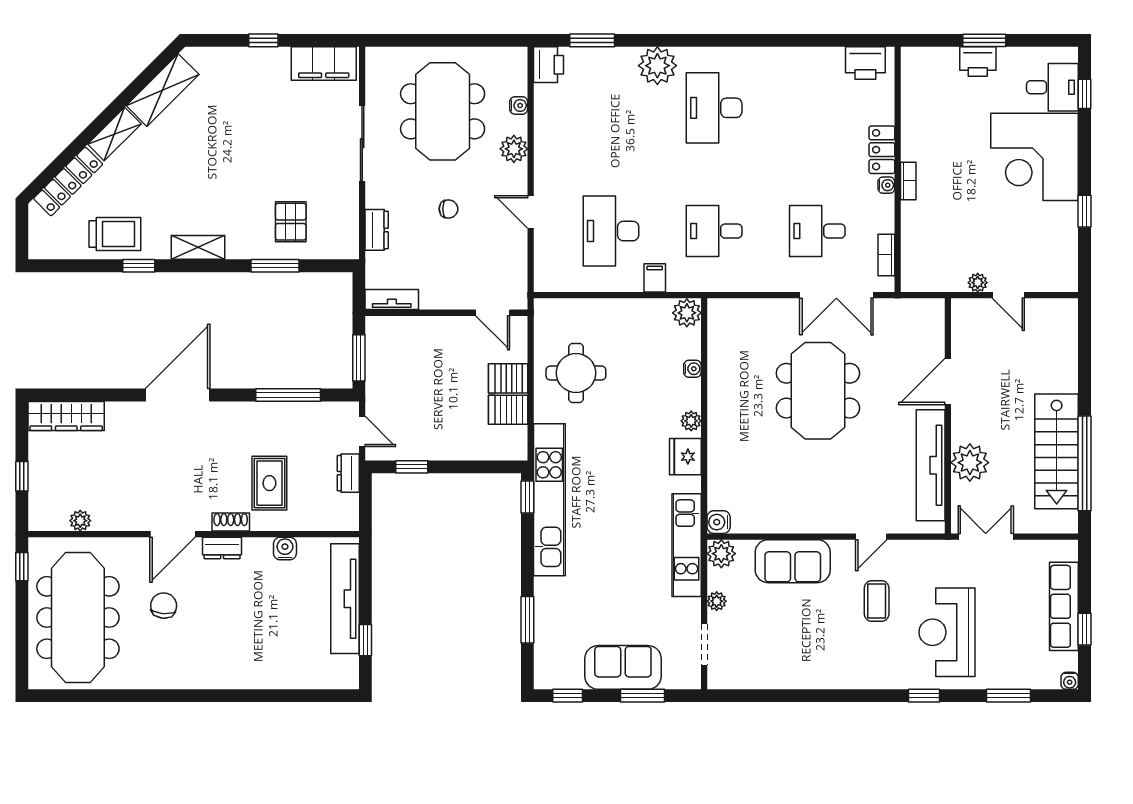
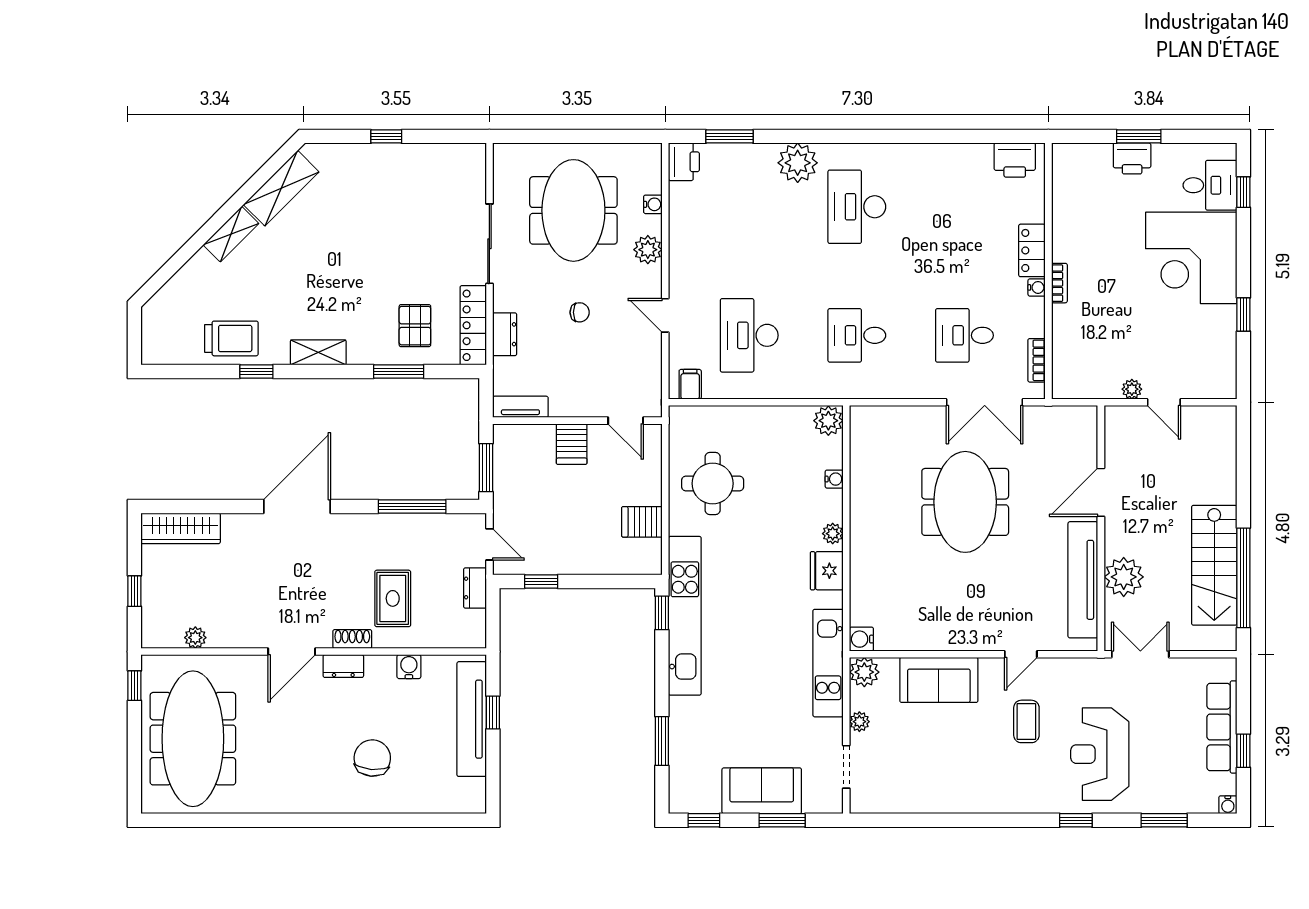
filing cabinet: (324, 64) -> (449, 161), removed
locker: (68, 181) -> (473, 325), moved, turned 135
filing cabinet: (655, 278) -> (690, 384), moved
server rack: (508, 378) -> (572, 444), moved, turned -90
chair: (164, 606) -> (372, 758), moved, width x1.37, depth x1.37
window: (365, 640) -> (493, 713), moved

